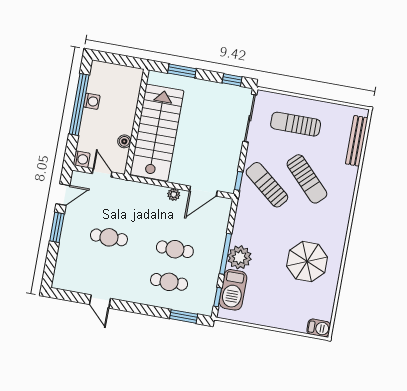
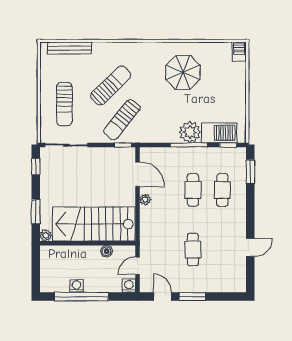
plant: (154, 77) -> (46, 235), added

